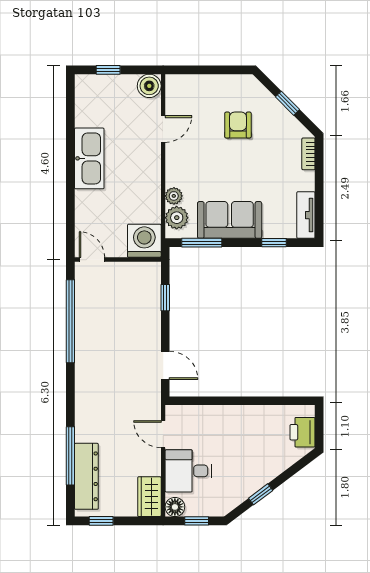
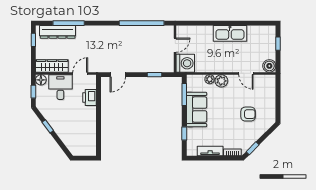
window: (287, 103) -> (253, 148), moved
tv unit: (306, 215) -> (210, 151), moved
plant: (177, 218) -> (221, 81), moved
door: (92, 260) -> (175, 45), moved
printer: (302, 432) -> (90, 98), moved, turned -90
wardrobe: (149, 497) -> (52, 66), width x1.50

